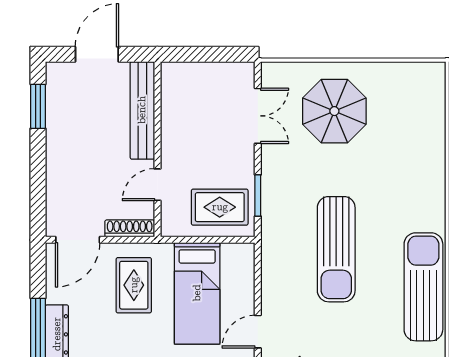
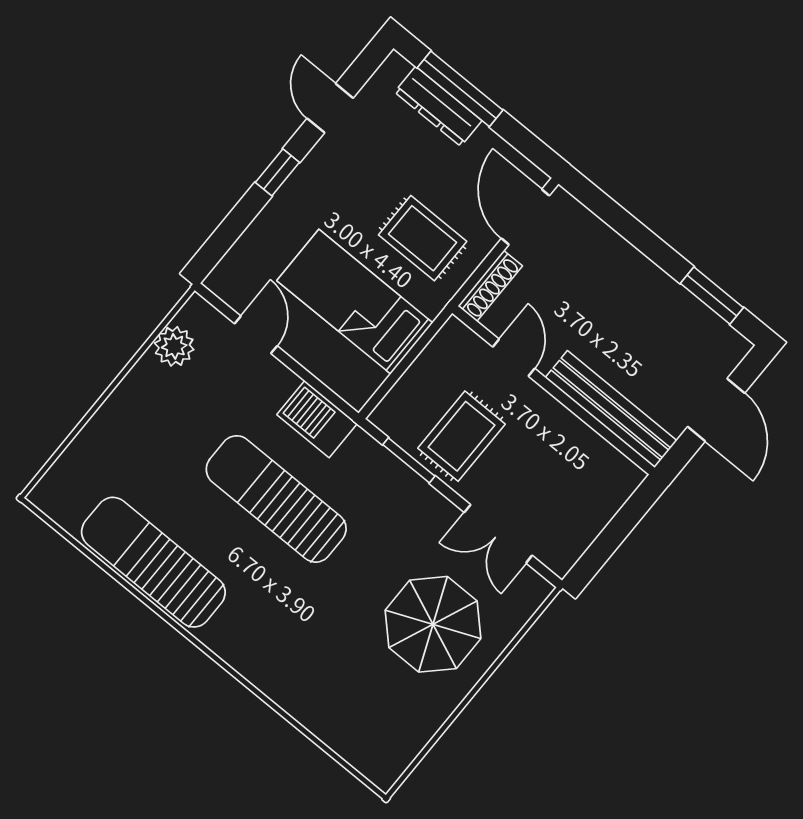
rug: (220, 207) -> (461, 436), moved
barbecue: (276, 262) -> (317, 419), added
sun lounger: (423, 287) -> (153, 562), turned 180

